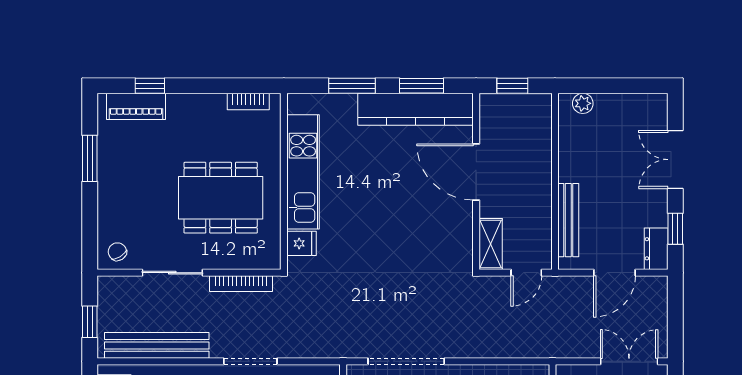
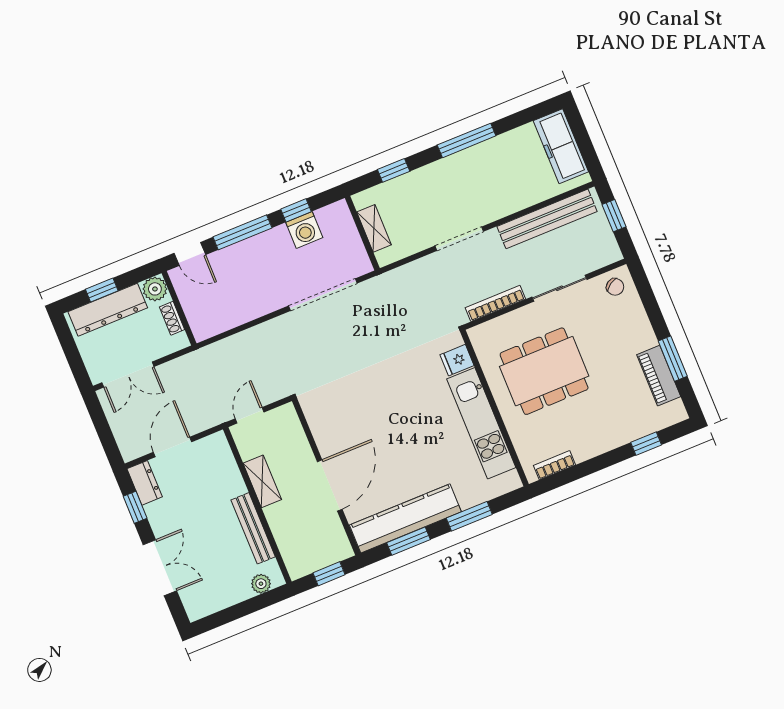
piano: (136, 106) -> (659, 376), moved, turned -90
door: (476, 172) -> (330, 485), hinge flipped
bench: (568, 220) -> (253, 528), moved
shelving: (491, 244) -> (262, 481), moved

